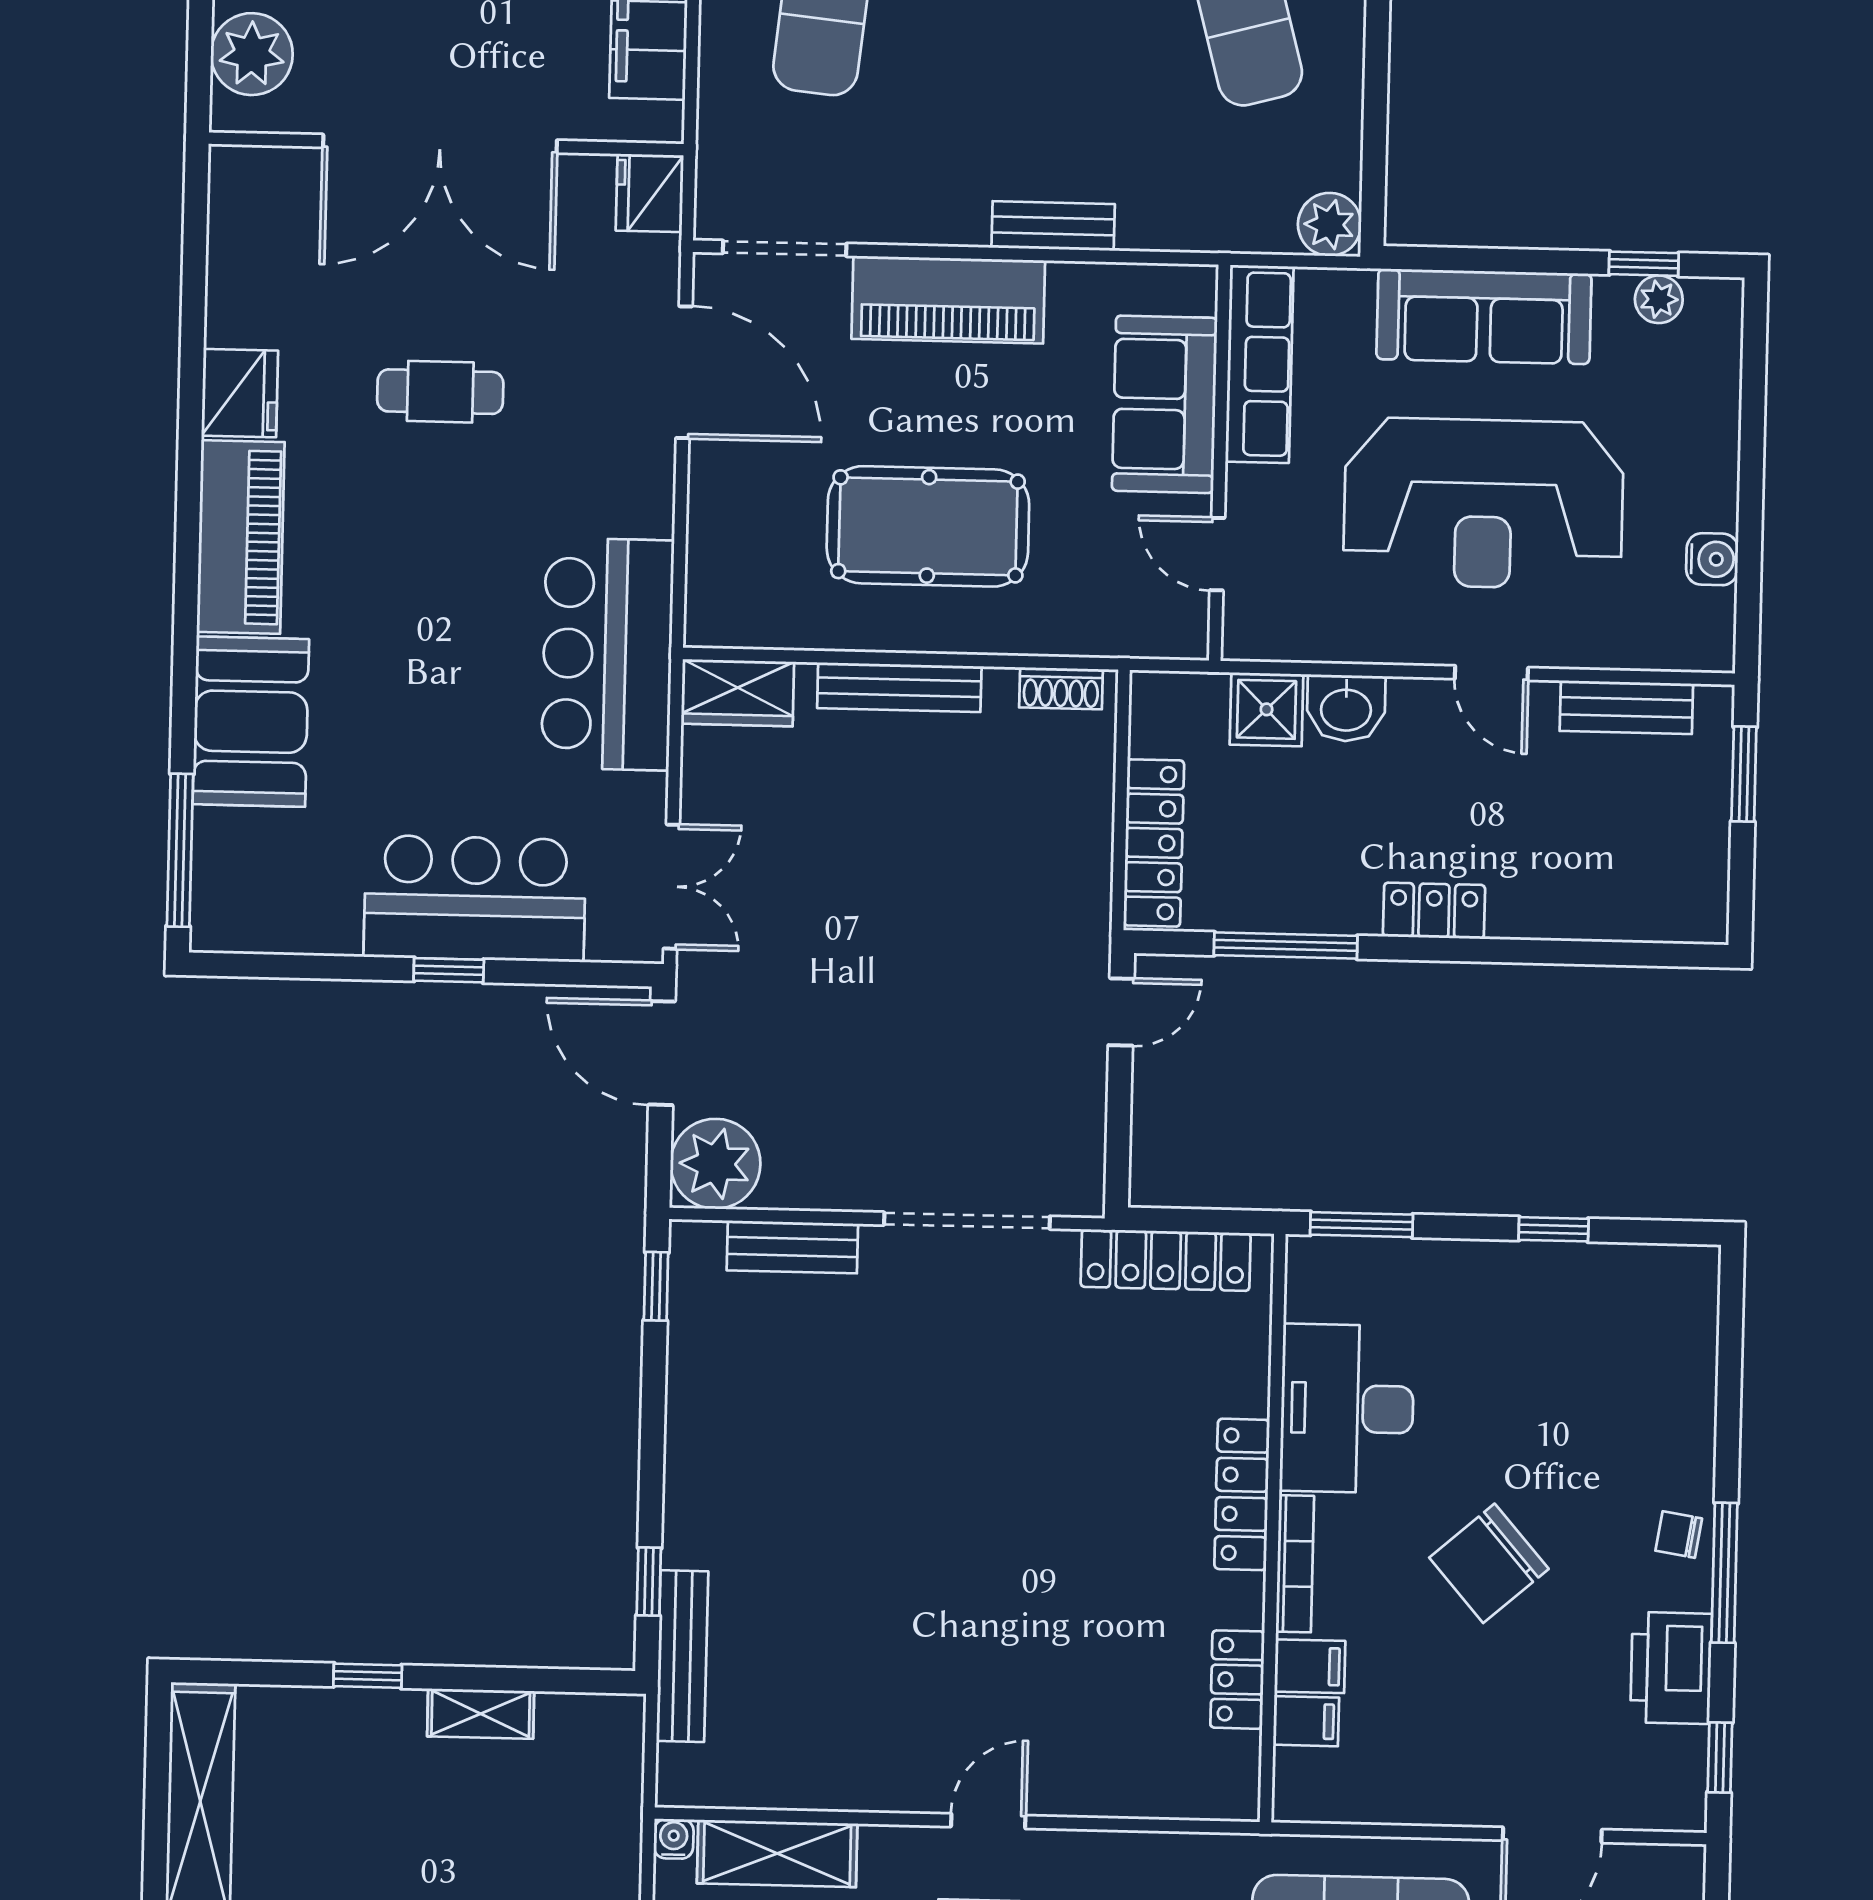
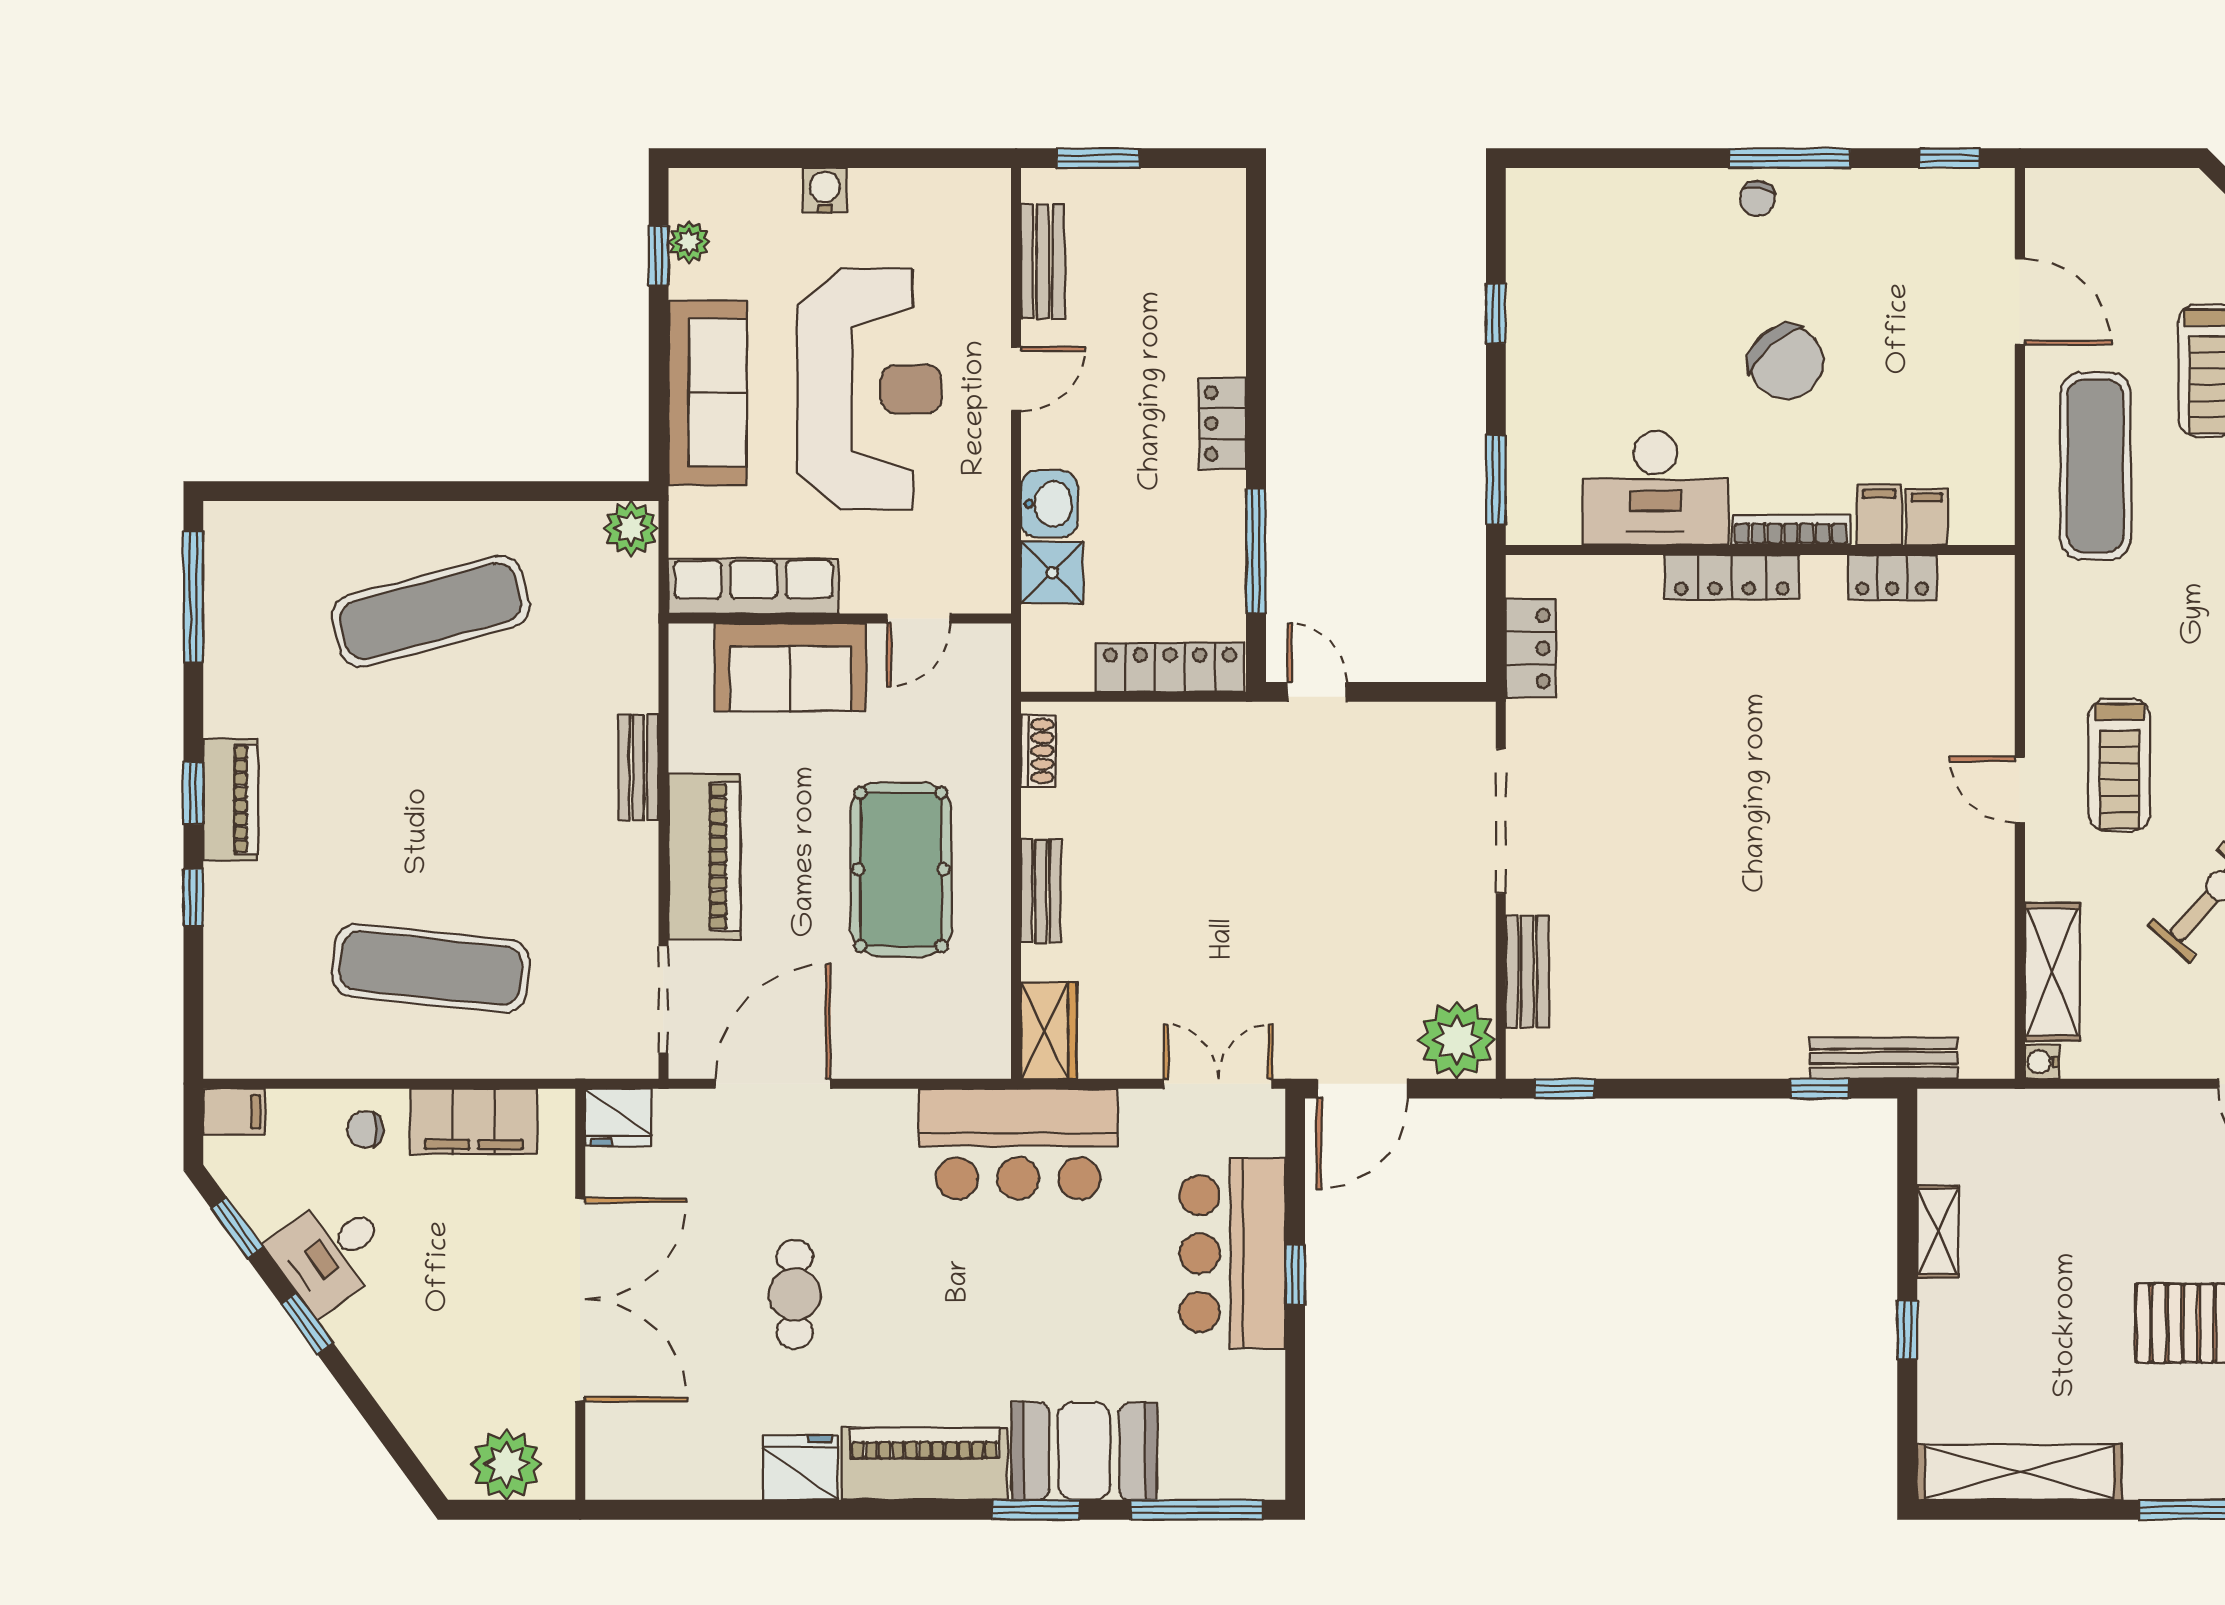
water cooler: (1712, 559) -> (825, 190), moved
window: (185, 664) -> (1036, 1510), added
bench: (899, 687) -> (1041, 891), width x0.73
locker: (1166, 1260) -> (1531, 648), width x0.66
printer: (1671, 1668) -> (1873, 202), removed

